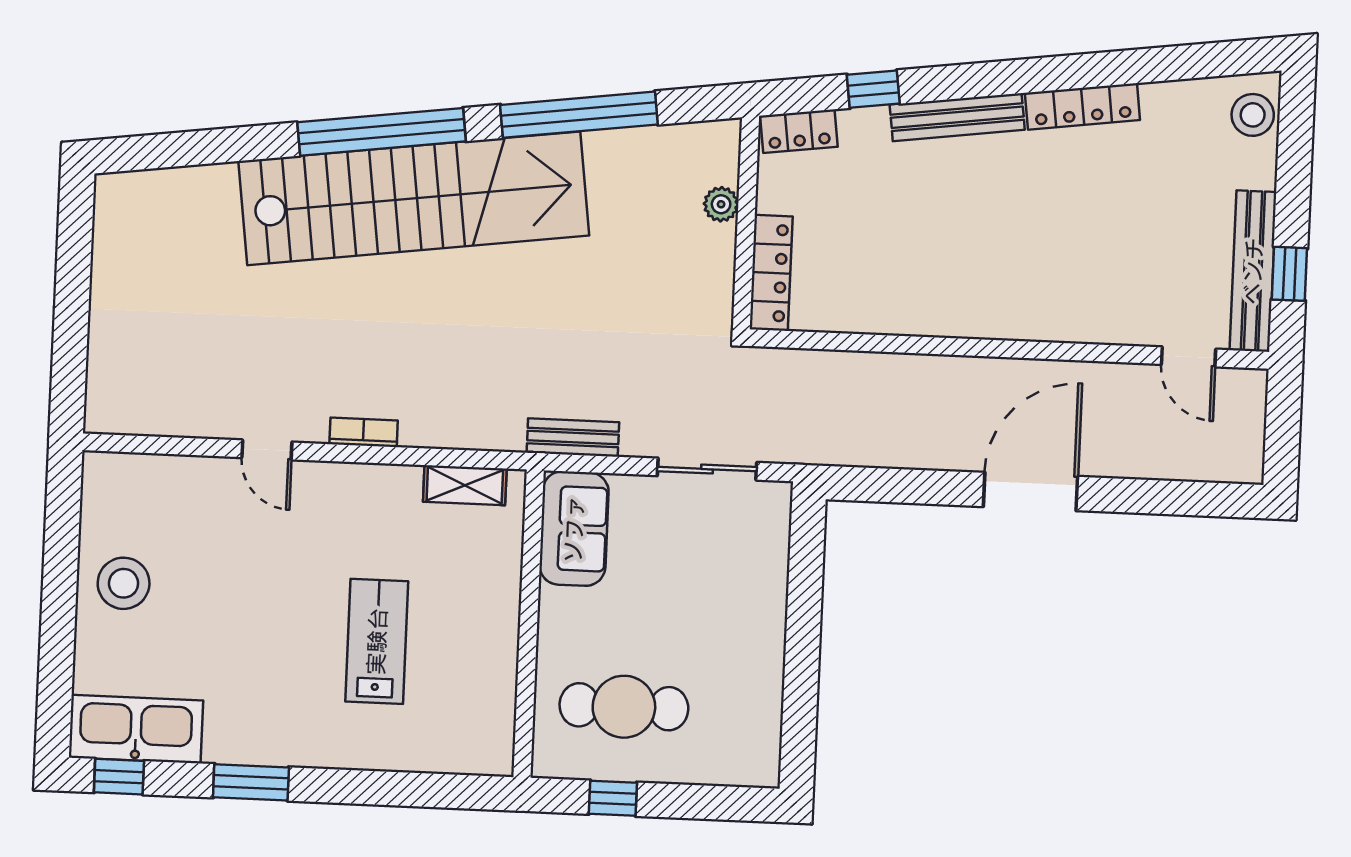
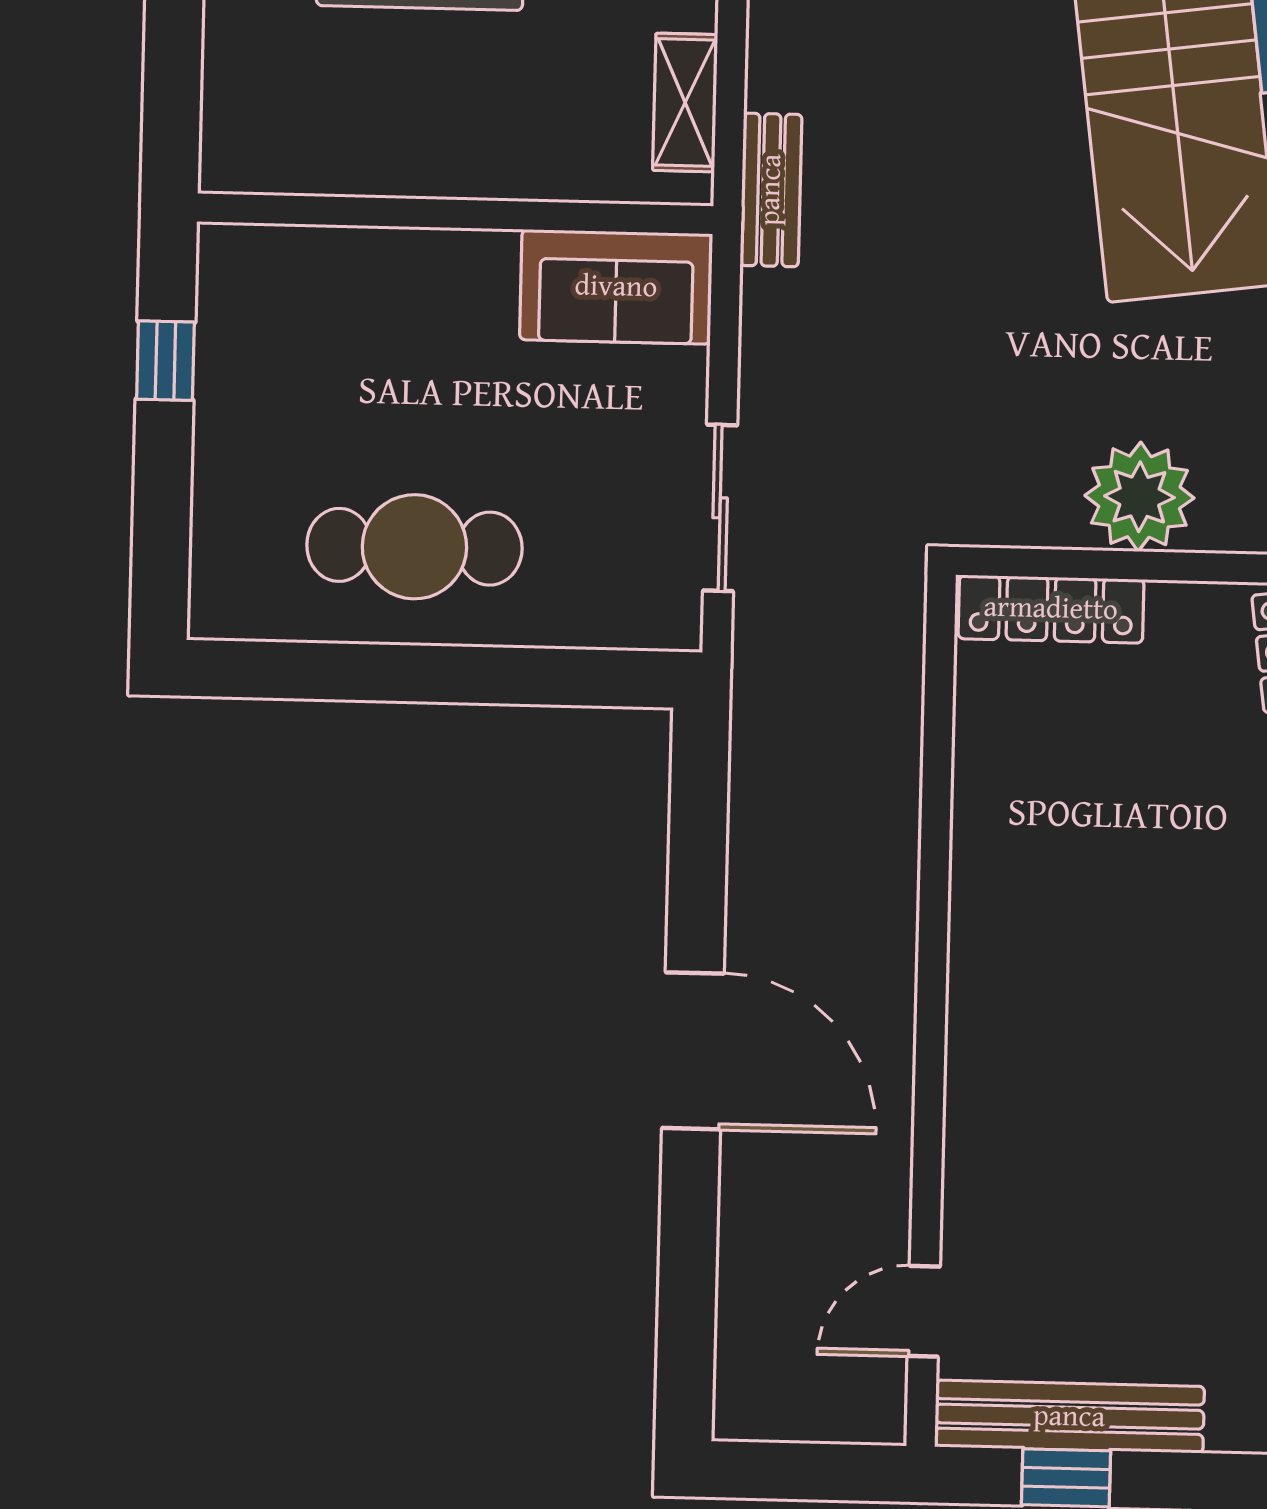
plant: (721, 204) -> (1139, 497), width x1.87, depth x1.87
bench: (573, 437) -> (771, 190), moved
cafe table: (624, 707) -> (414, 547), moved, turned 90

